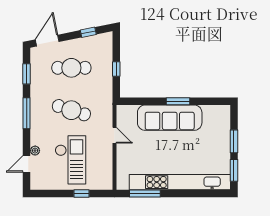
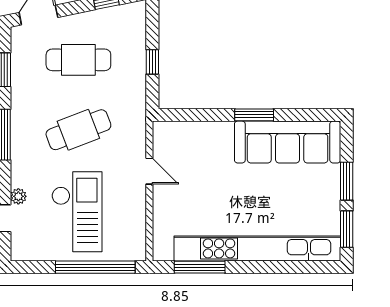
cafe table: (71, 110) -> (78, 130), turned -39
sofa: (170, 118) -> (288, 142), moved
window: (82, 193) -> (95, 267), width x3.17

